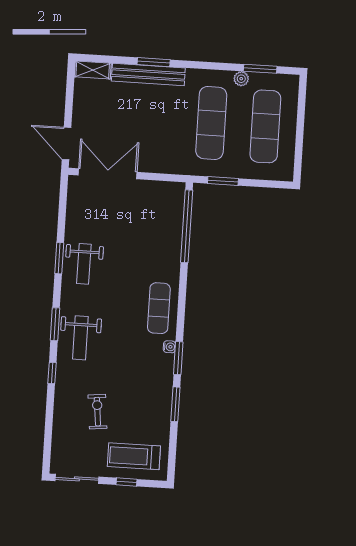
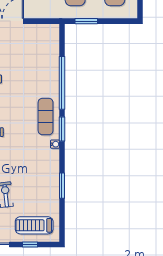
window: (187, 226) -> (62, 83), moved
window: (178, 358) -> (62, 129), moved

